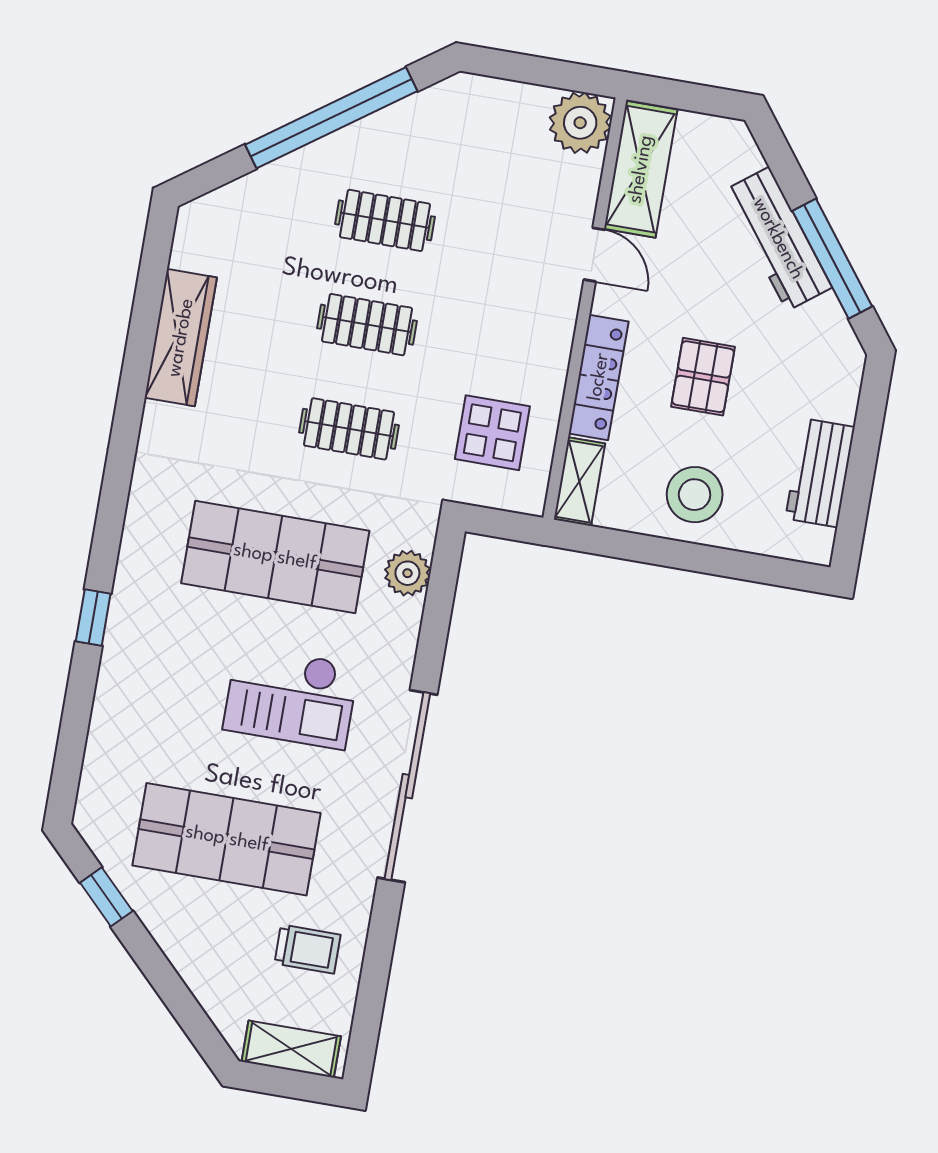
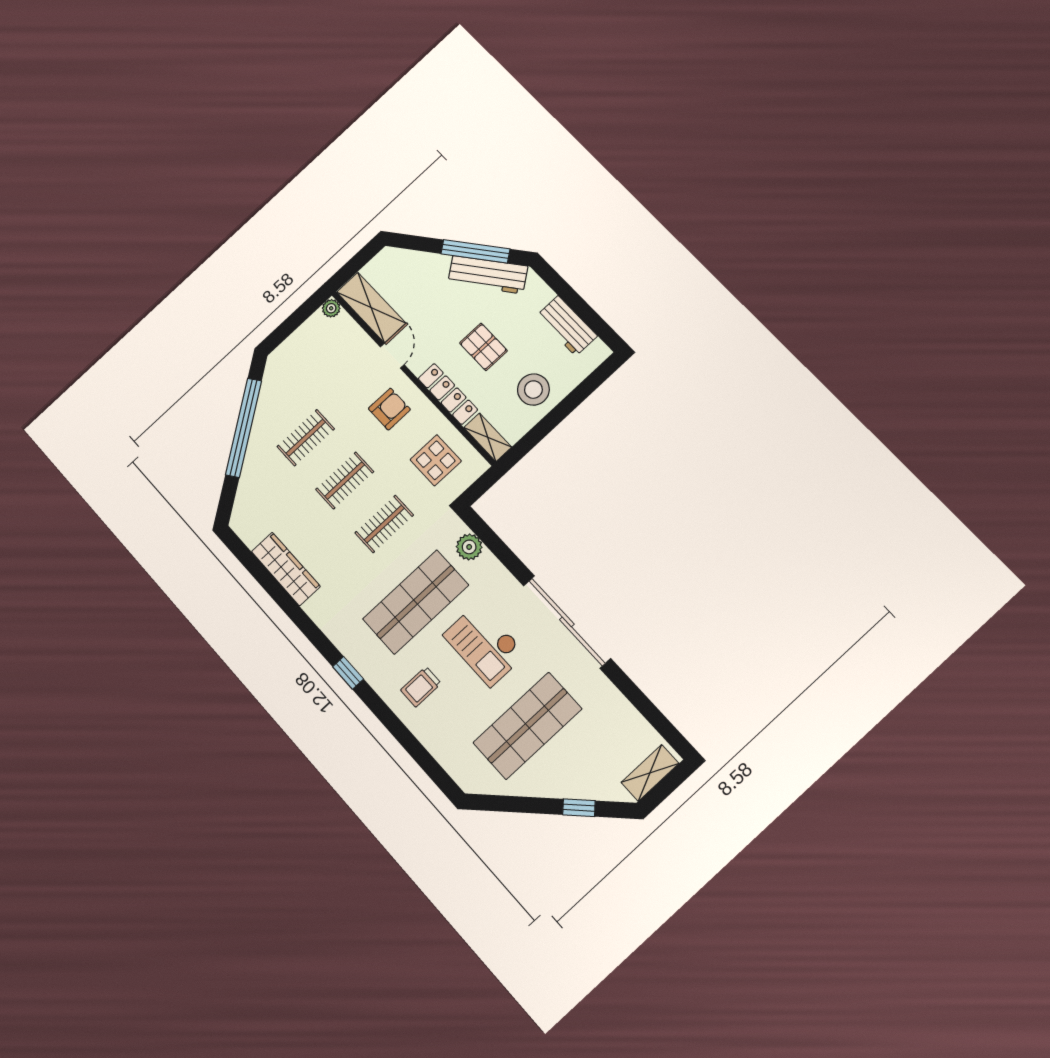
plant: (580, 123) -> (331, 308), width x0.53, depth x0.53
workbench: (778, 239) -> (488, 275), moved
door: (594, 255) -> (392, 356), hinge flipped
armchair: (515, 310) -> (389, 409), added
window: (93, 618) -> (348, 673), moved
checkout: (291, 697) -> (485, 644), turned 90
window: (106, 897) -> (579, 808), moved
trolley: (308, 949) -> (421, 687), moved, turned 180

